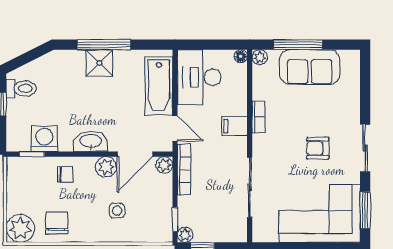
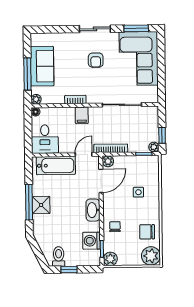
desk: (199, 77) -> (45, 139), width x0.73
door: (135, 154) -> (101, 181), hinge flipped
plant: (106, 167) -> (110, 259), moved

